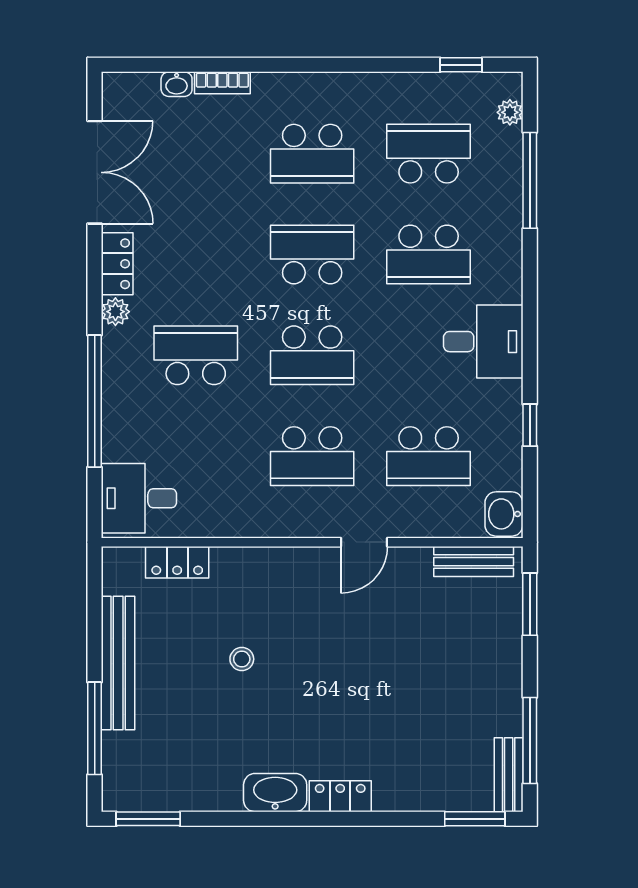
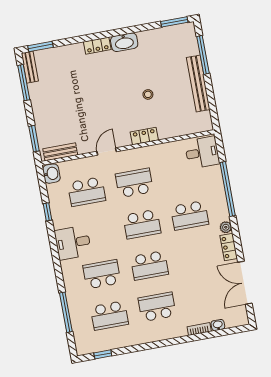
plant: (510, 112) -> (79, 339), removed
school desk: (312, 355) -> (142, 224), turned 180
school desk: (429, 456) -> (87, 192), turned 180
locker: (177, 562) -> (144, 136), moved

